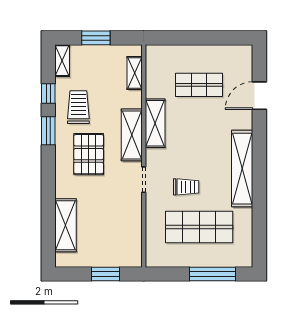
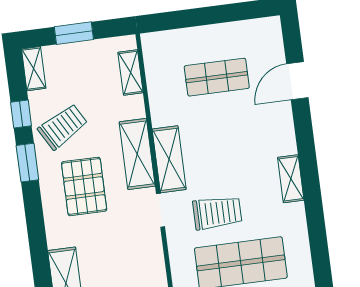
trolley: (78, 107) -> (63, 127), turned 60
shelving: (155, 123) -> (169, 159), moved
shelving: (242, 169) -> (291, 179), width x0.45, depth x0.75
trolley: (186, 187) -> (217, 213), width x1.36, depth x1.39

